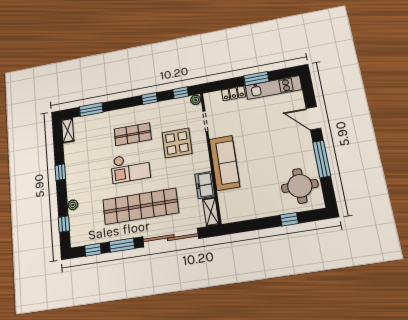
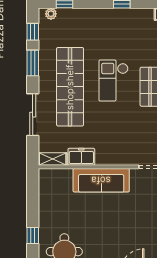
display table: (177, 143) -> (132, 134), removed
plant: (73, 205) -> (51, 14), moved
sliding door: (171, 238) -> (33, 115), width x0.73

